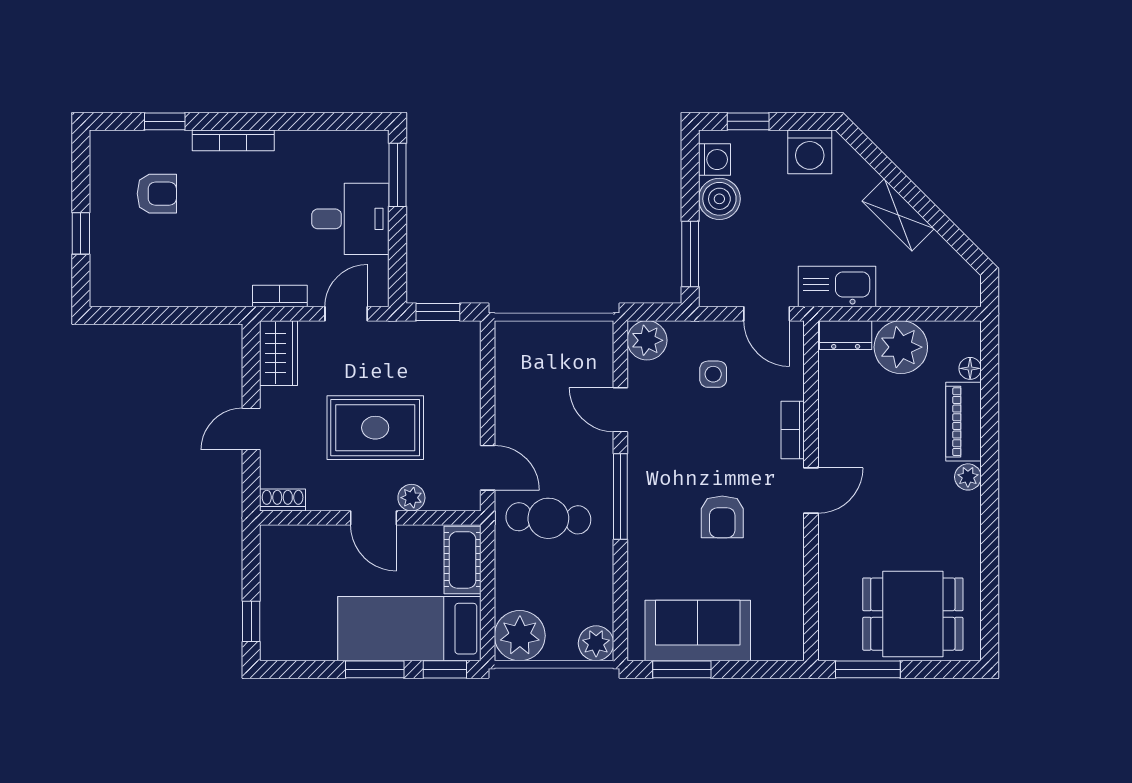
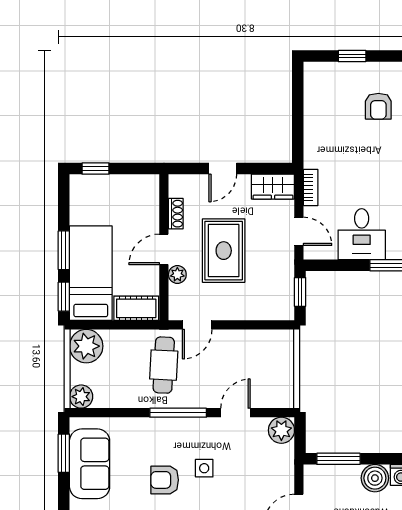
side table: (713, 374) -> (204, 468), moved
door: (251, 429) -> (223, 169), swing flipped
shoe rack: (283, 500) -> (176, 214), moved

